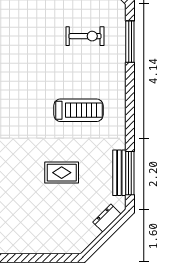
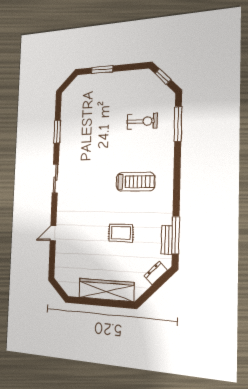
bench: (119, 173) -> (167, 240), width x0.73
wardrobe: (45, 242) -> (106, 290), added

